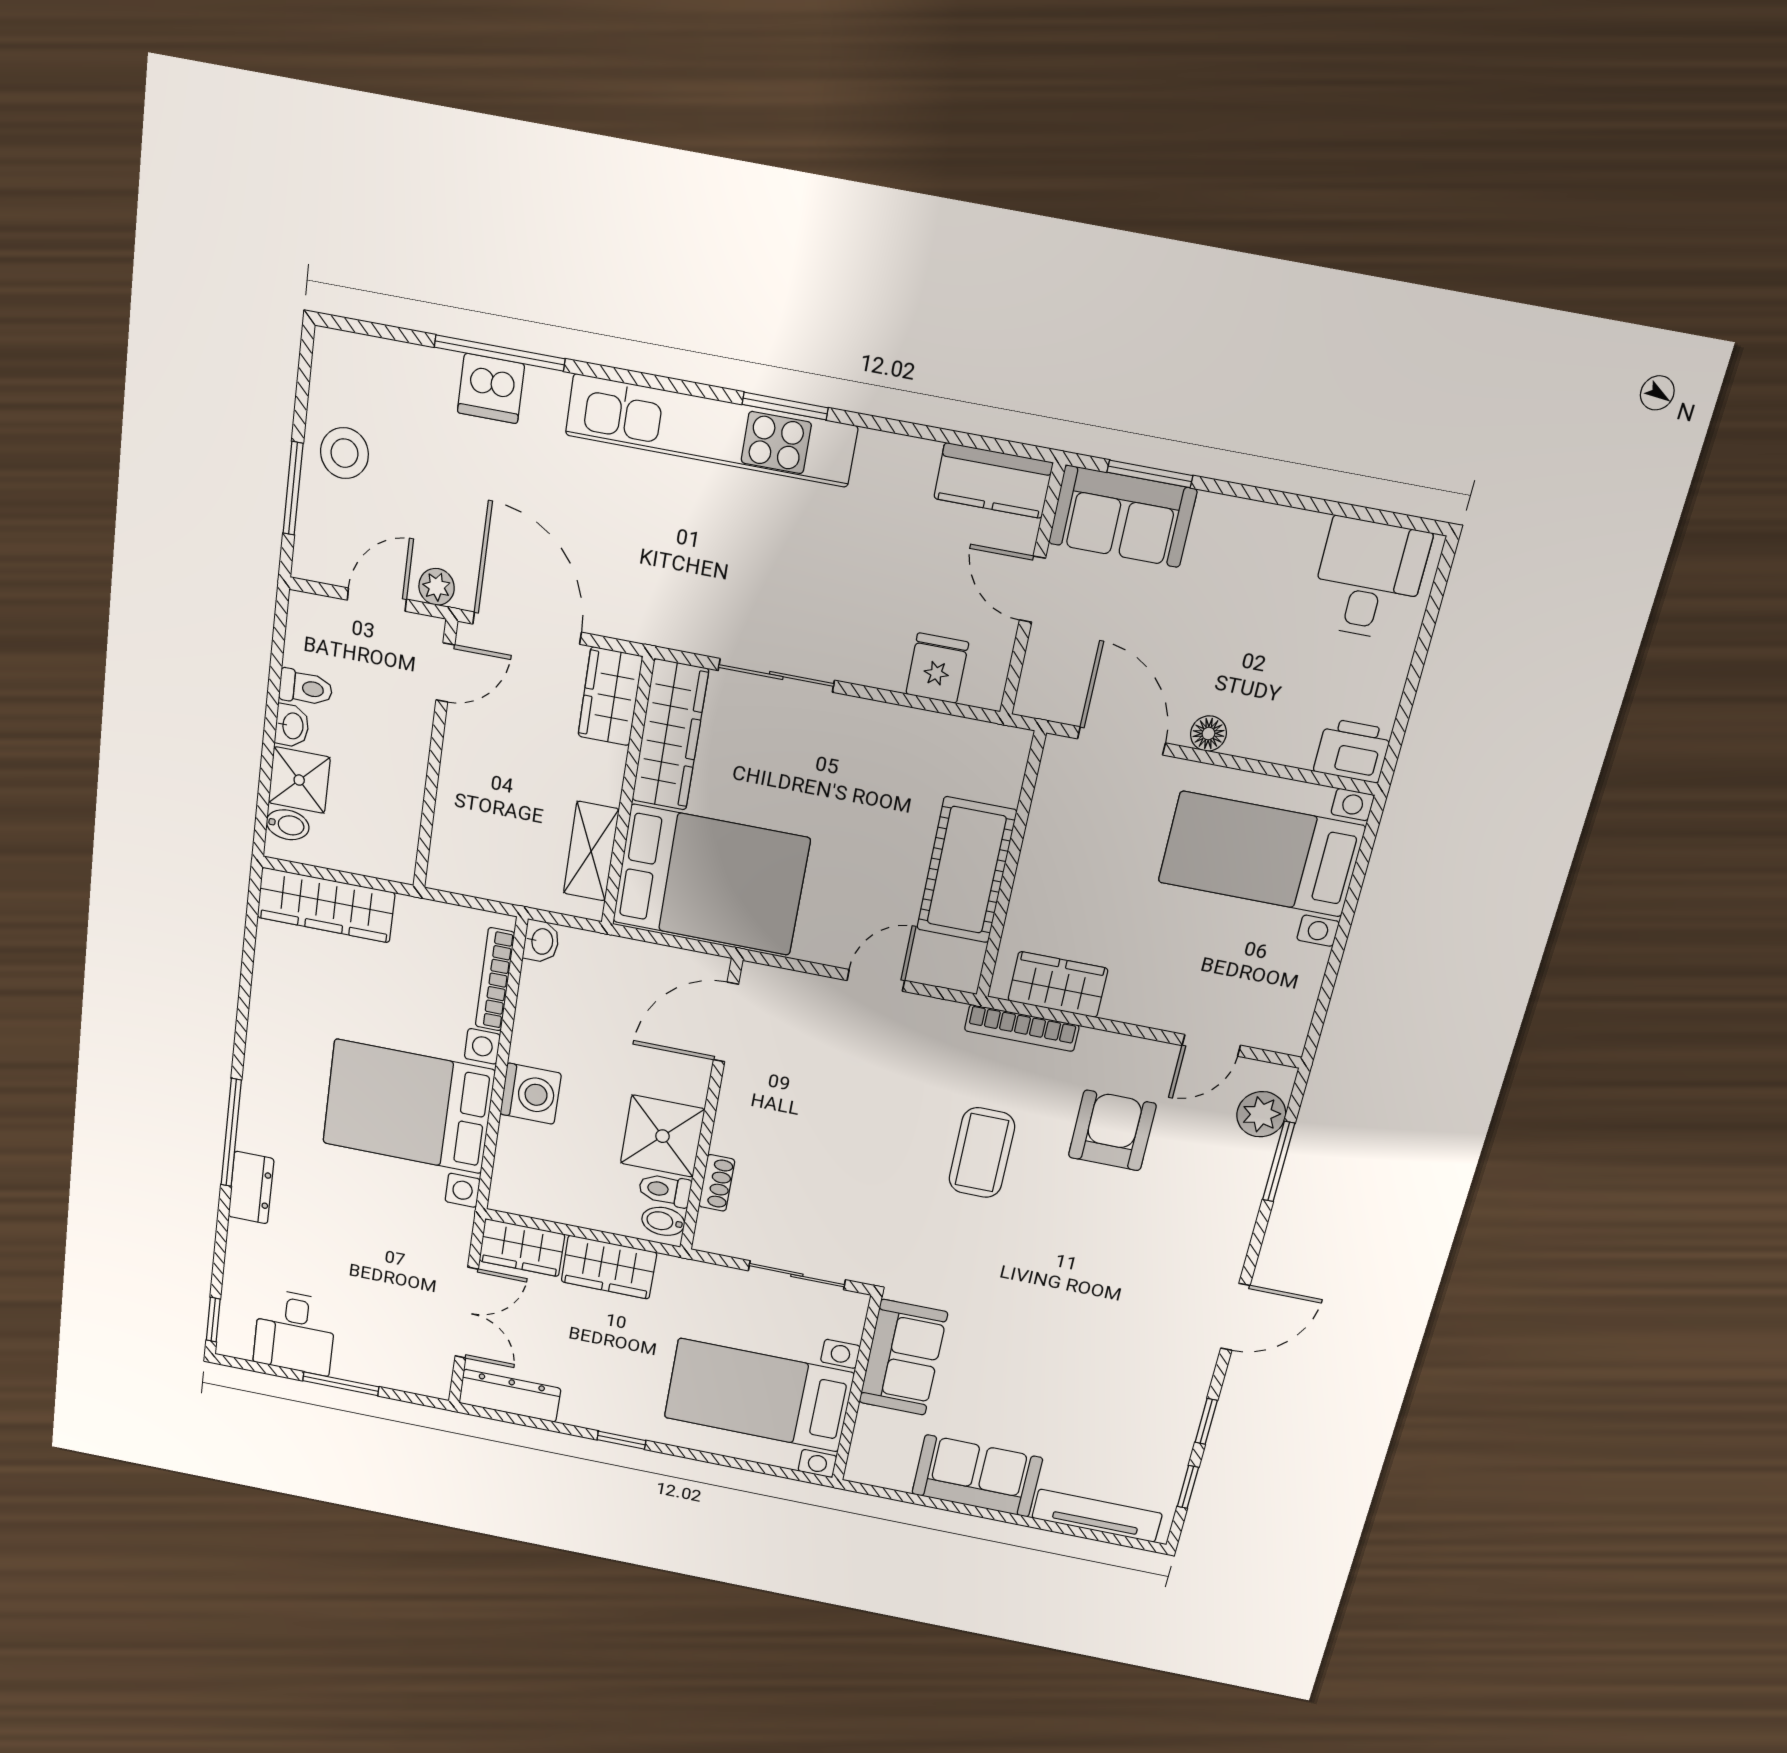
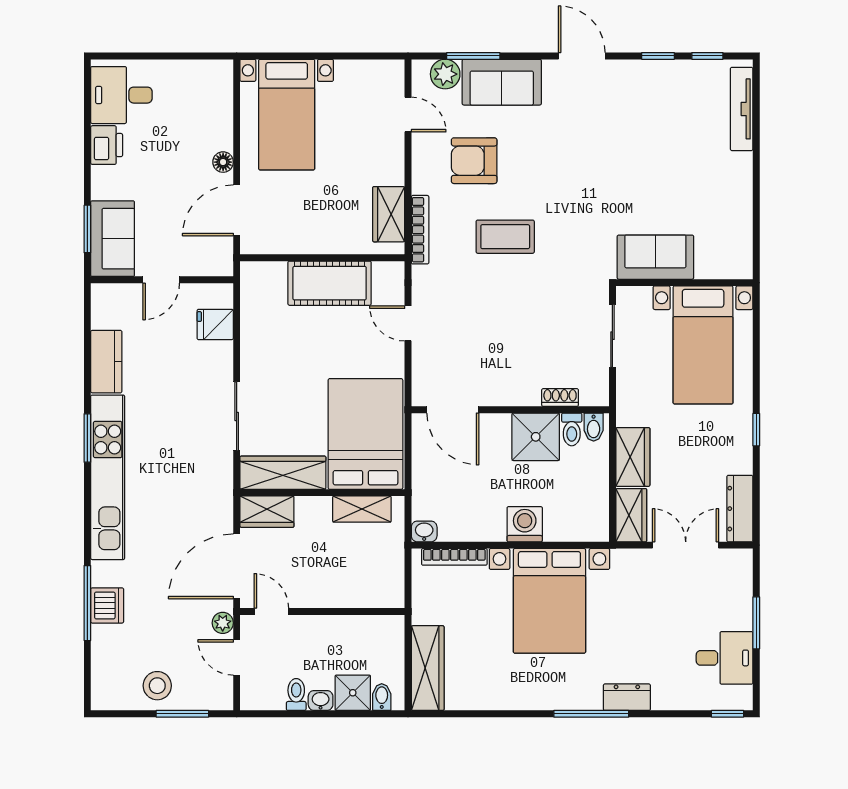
kitchen counter: (993, 480) -> (106, 362), moved
printer: (1353, 751) -> (107, 145), moved, turned 180
sofa: (977, 1476) -> (502, 82), moved, turned -90

